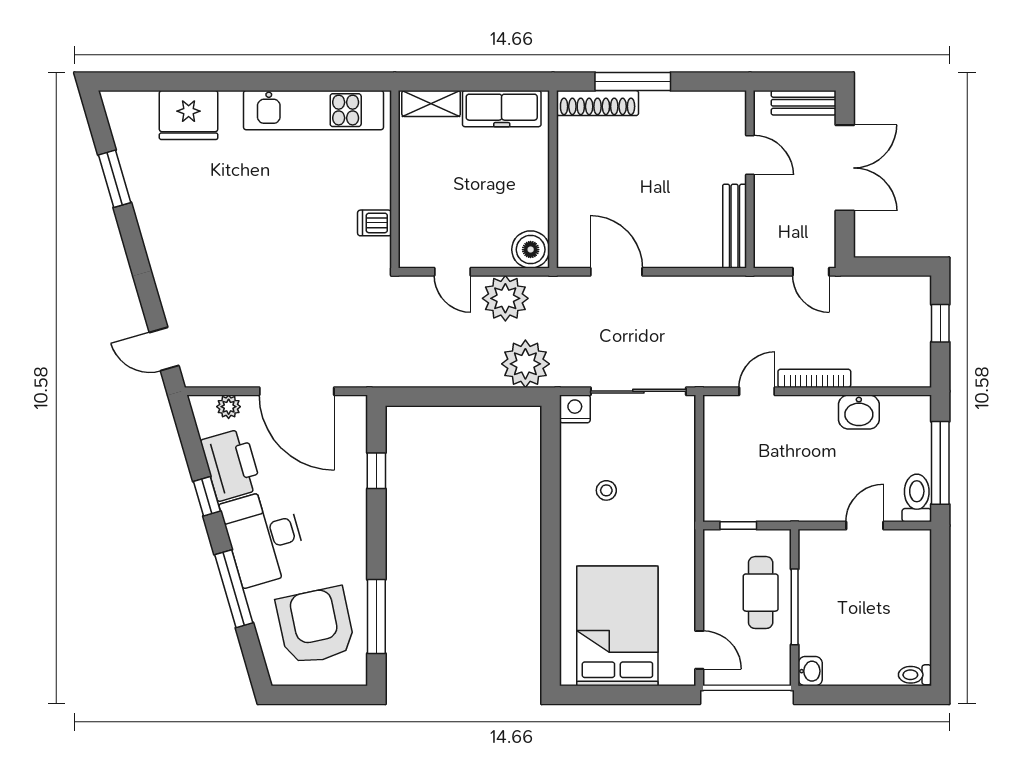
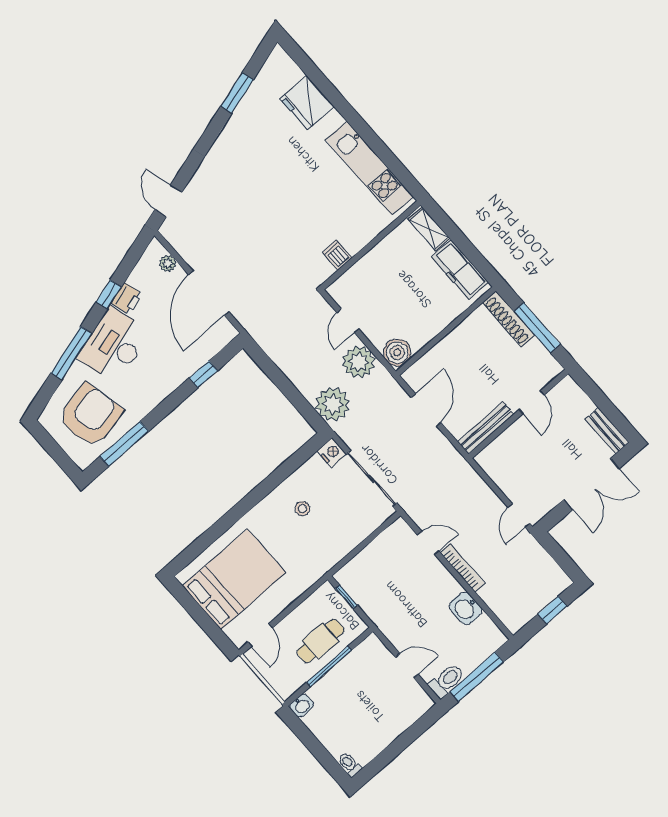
door: (750, 155) -> (532, 402), moved
wall: (750, 179) -> (519, 414), moved
bench: (735, 226) -> (486, 428), moved
printer: (231, 465) -> (127, 299), width x0.53, depth x0.68

